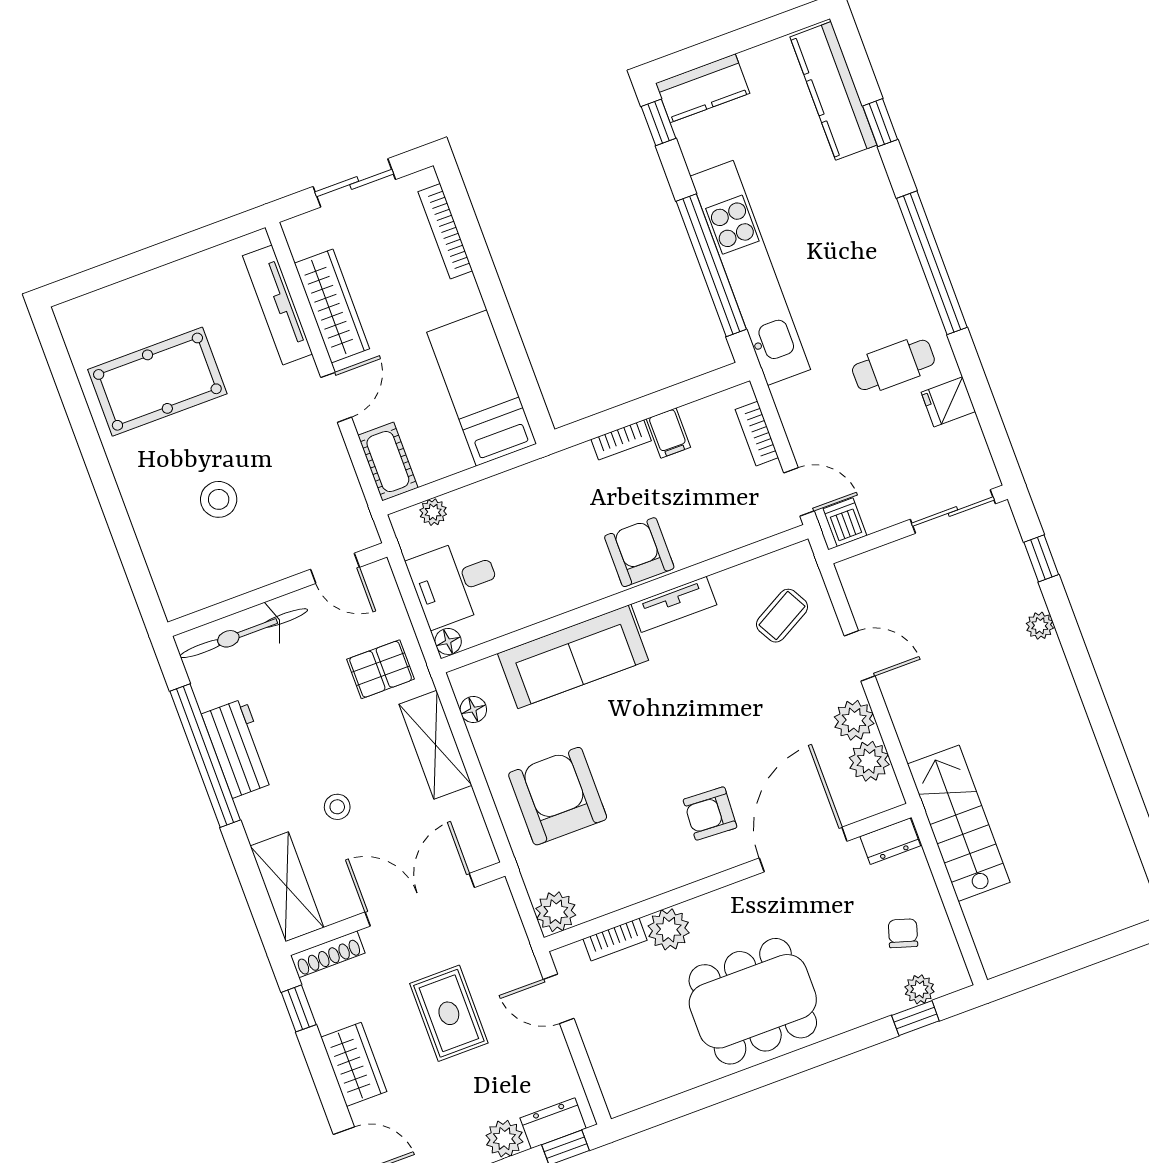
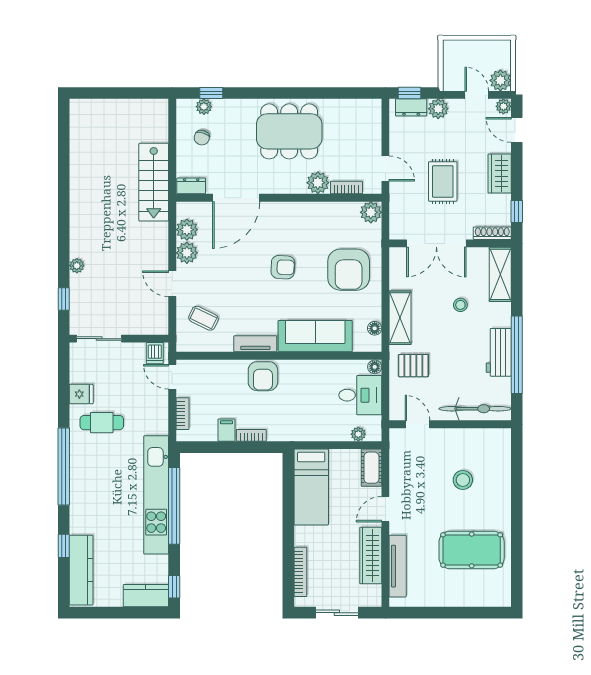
coffee table: (782, 616) -> (203, 318), turned 55
armchair: (710, 814) -> (283, 267), moved

